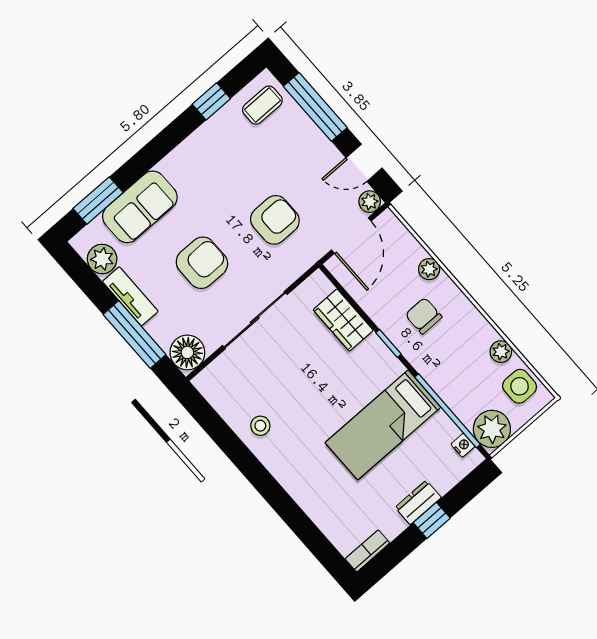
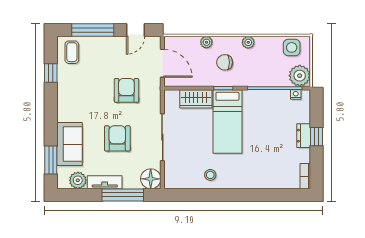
plant: (370, 202) -> (155, 42), removed
plant: (501, 352) -> (248, 42), moved
bed: (383, 425) -> (227, 121), moved

